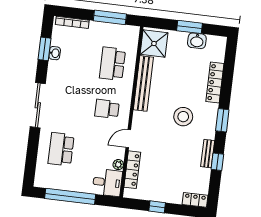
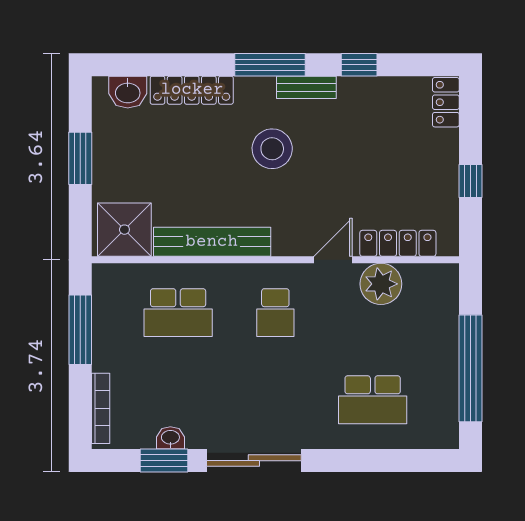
washbasin: (197, 41) -> (128, 92), moved, turned 90
sliding door: (38, 105) -> (254, 461), moved
window: (222, 120) -> (270, 65), width x1.44
door: (128, 139) -> (333, 260), swing flipped
bench: (208, 154) -> (306, 87), moved
plant: (118, 165) -> (381, 284), width x1.88, depth x1.88
desk: (107, 182) -> (432, 293), removed

